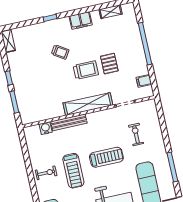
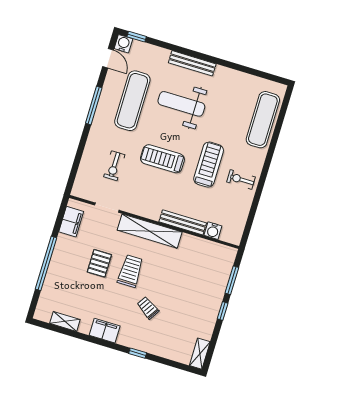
trolley: (86, 70) -> (130, 271), turned 90
filing cabinet: (144, 81) -> (71, 222), width x2.00

